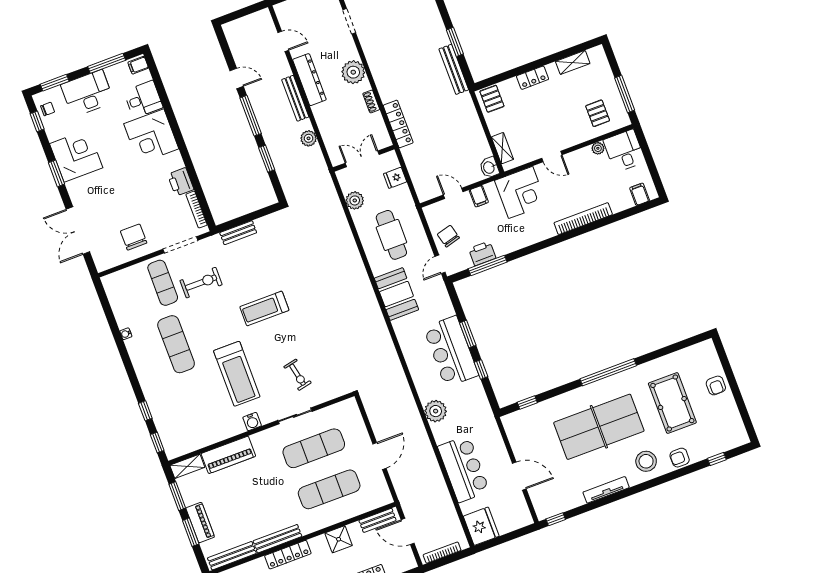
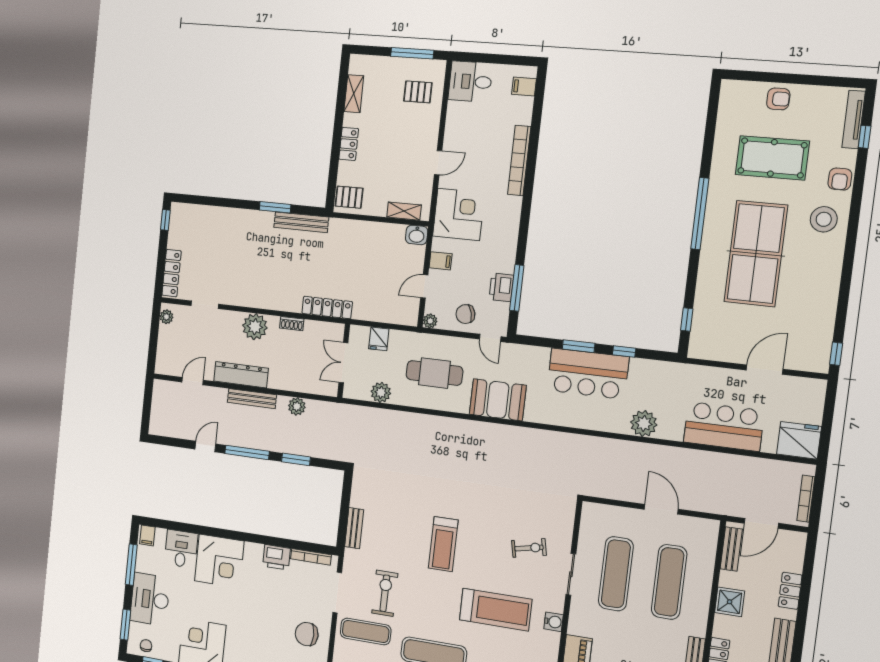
plant: (598, 148) -> (430, 321), moved
tv unit: (606, 490) -> (854, 119), moved

